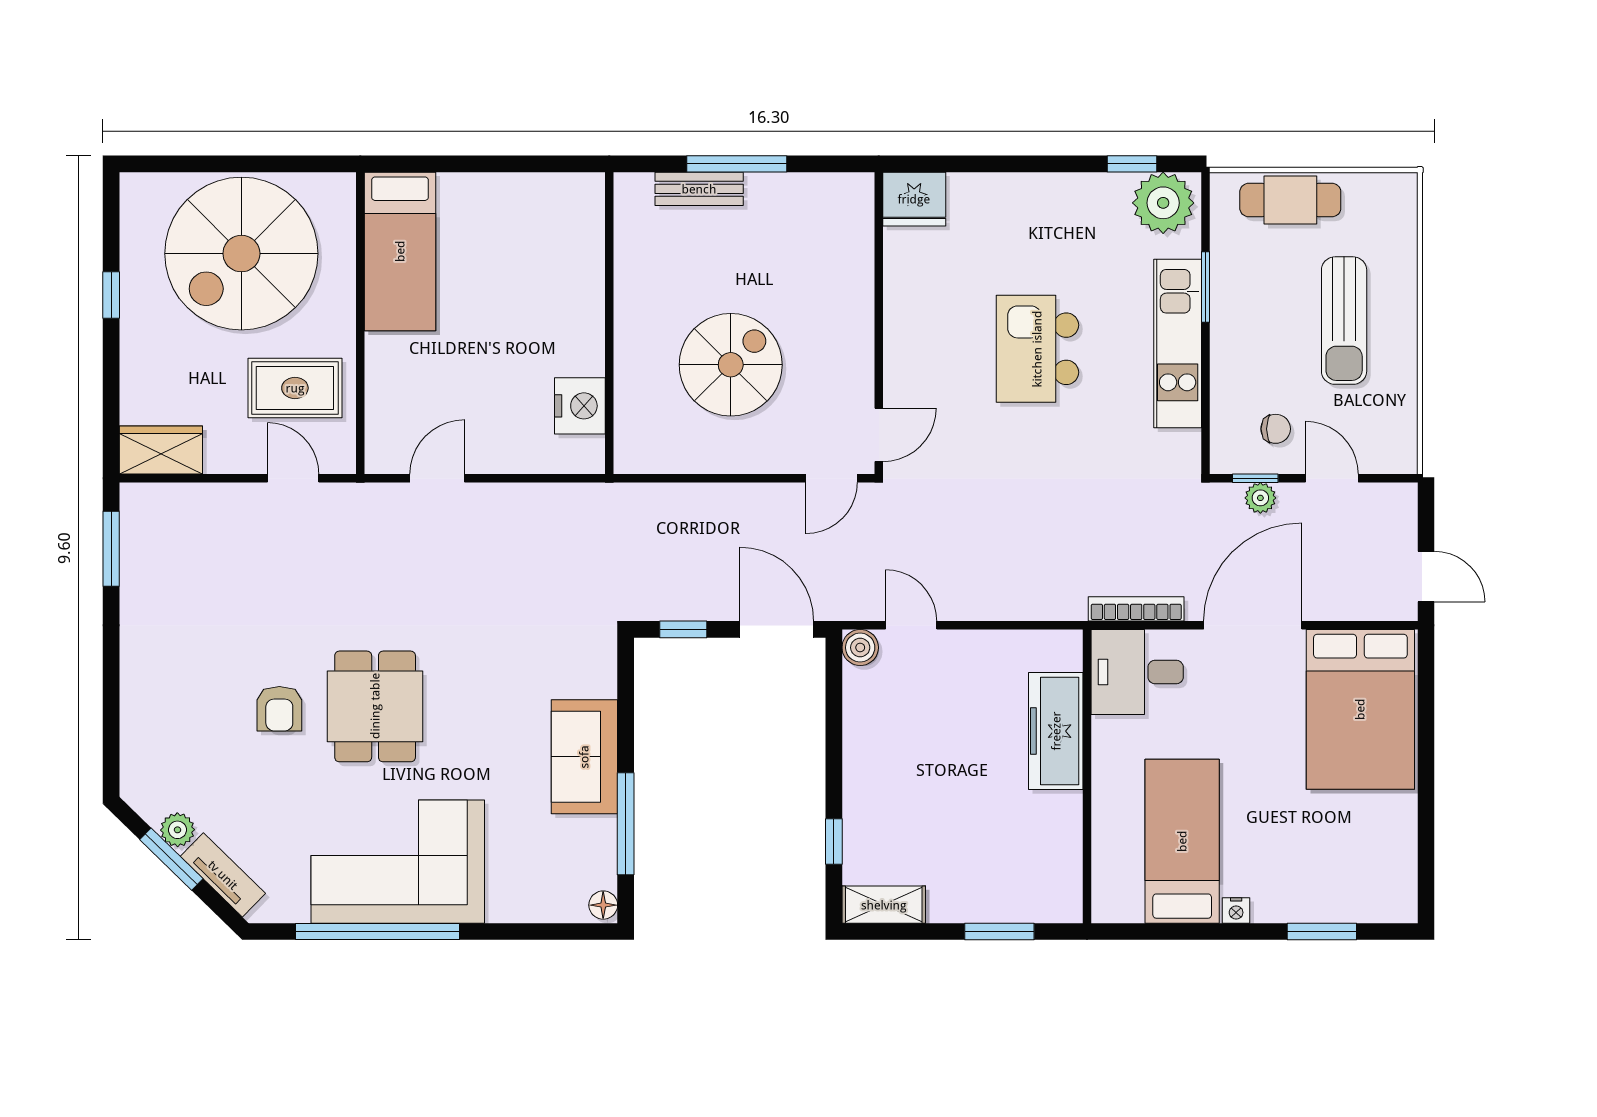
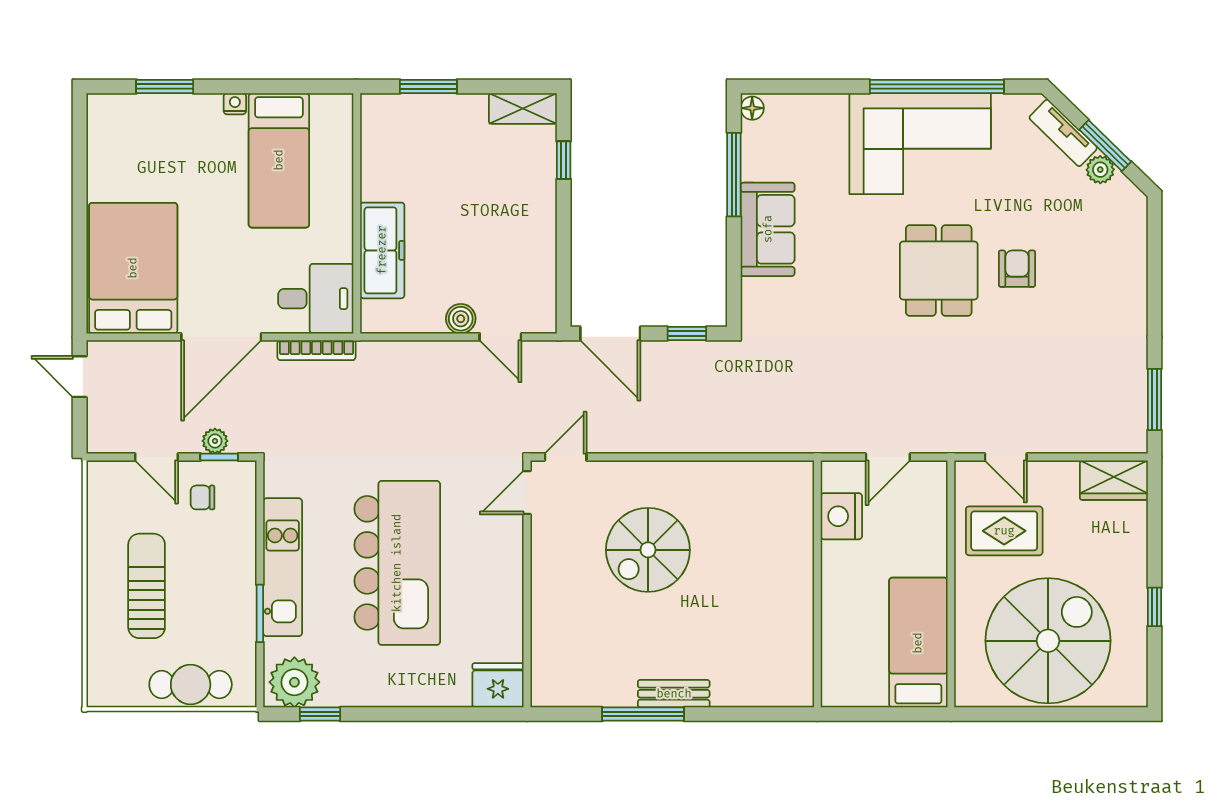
wall: (609, 323) -> (817, 584), moved
kitchen island: (1037, 349) -> (397, 563), width x1.87, depth x1.28
nightstand: (580, 406) -> (841, 516), moved
boiler: (860, 648) -> (461, 319), moved

